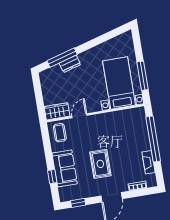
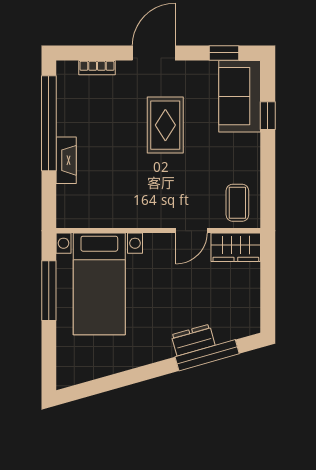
window: (153, 139) -> (49, 123), moved
fireplace: (149, 162) -> (66, 160), moved
sofa: (65, 168) -> (240, 96), moved

